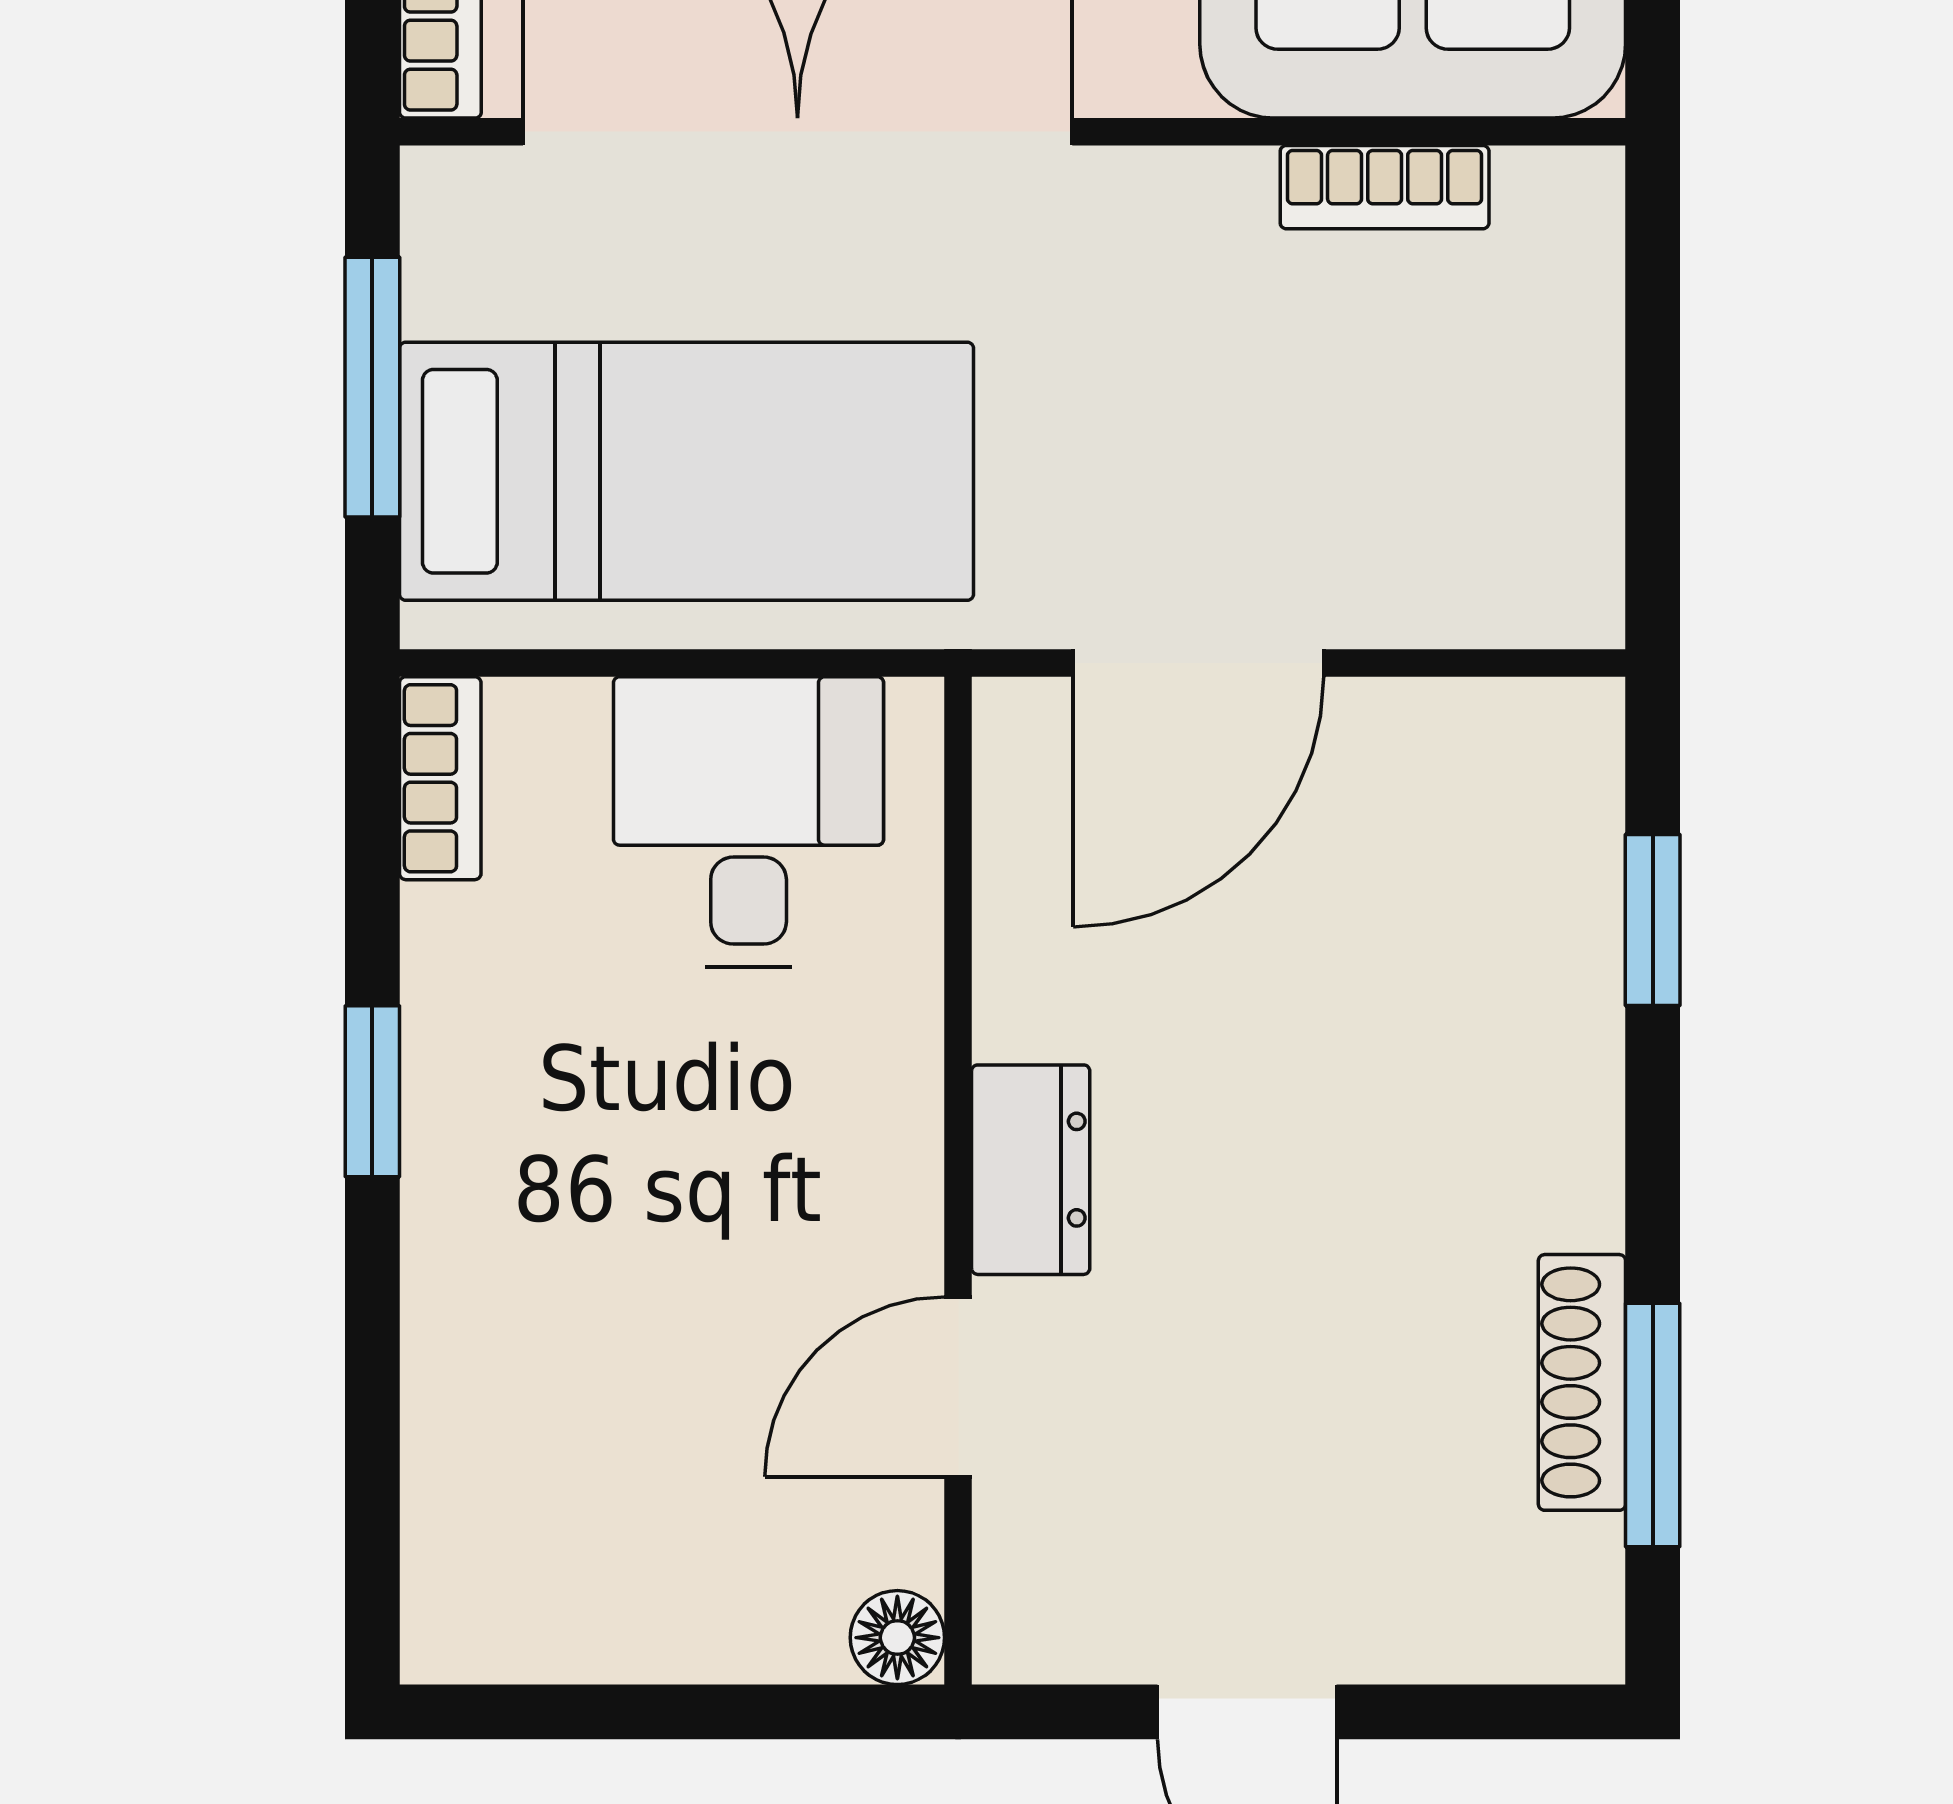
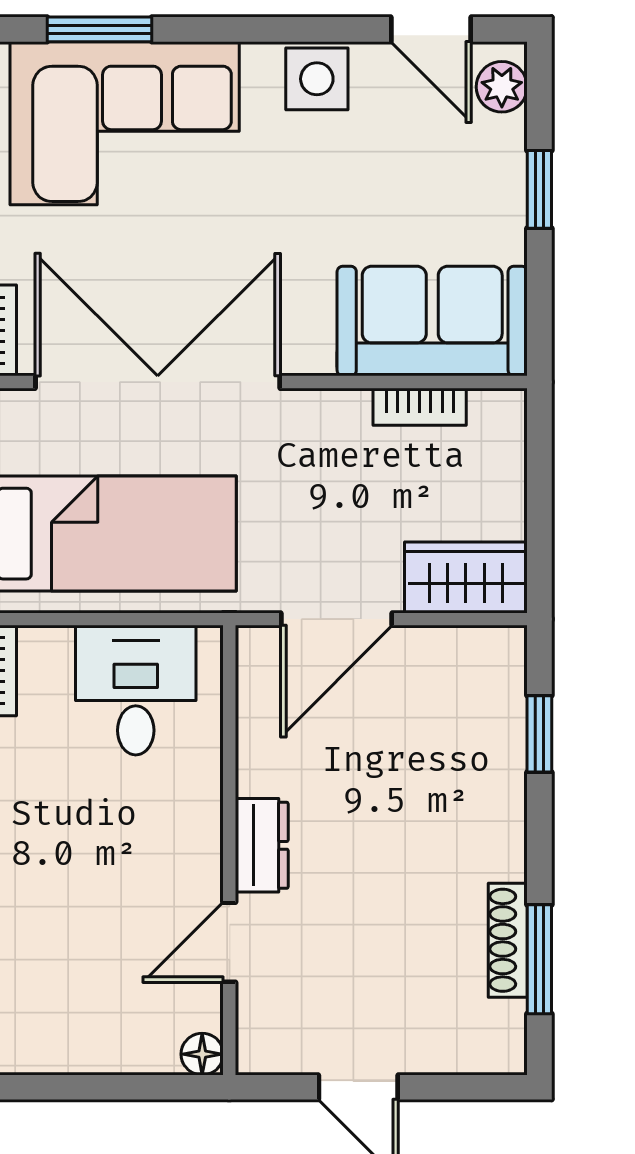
wardrobe: (1488, 570) -> (466, 577), added

